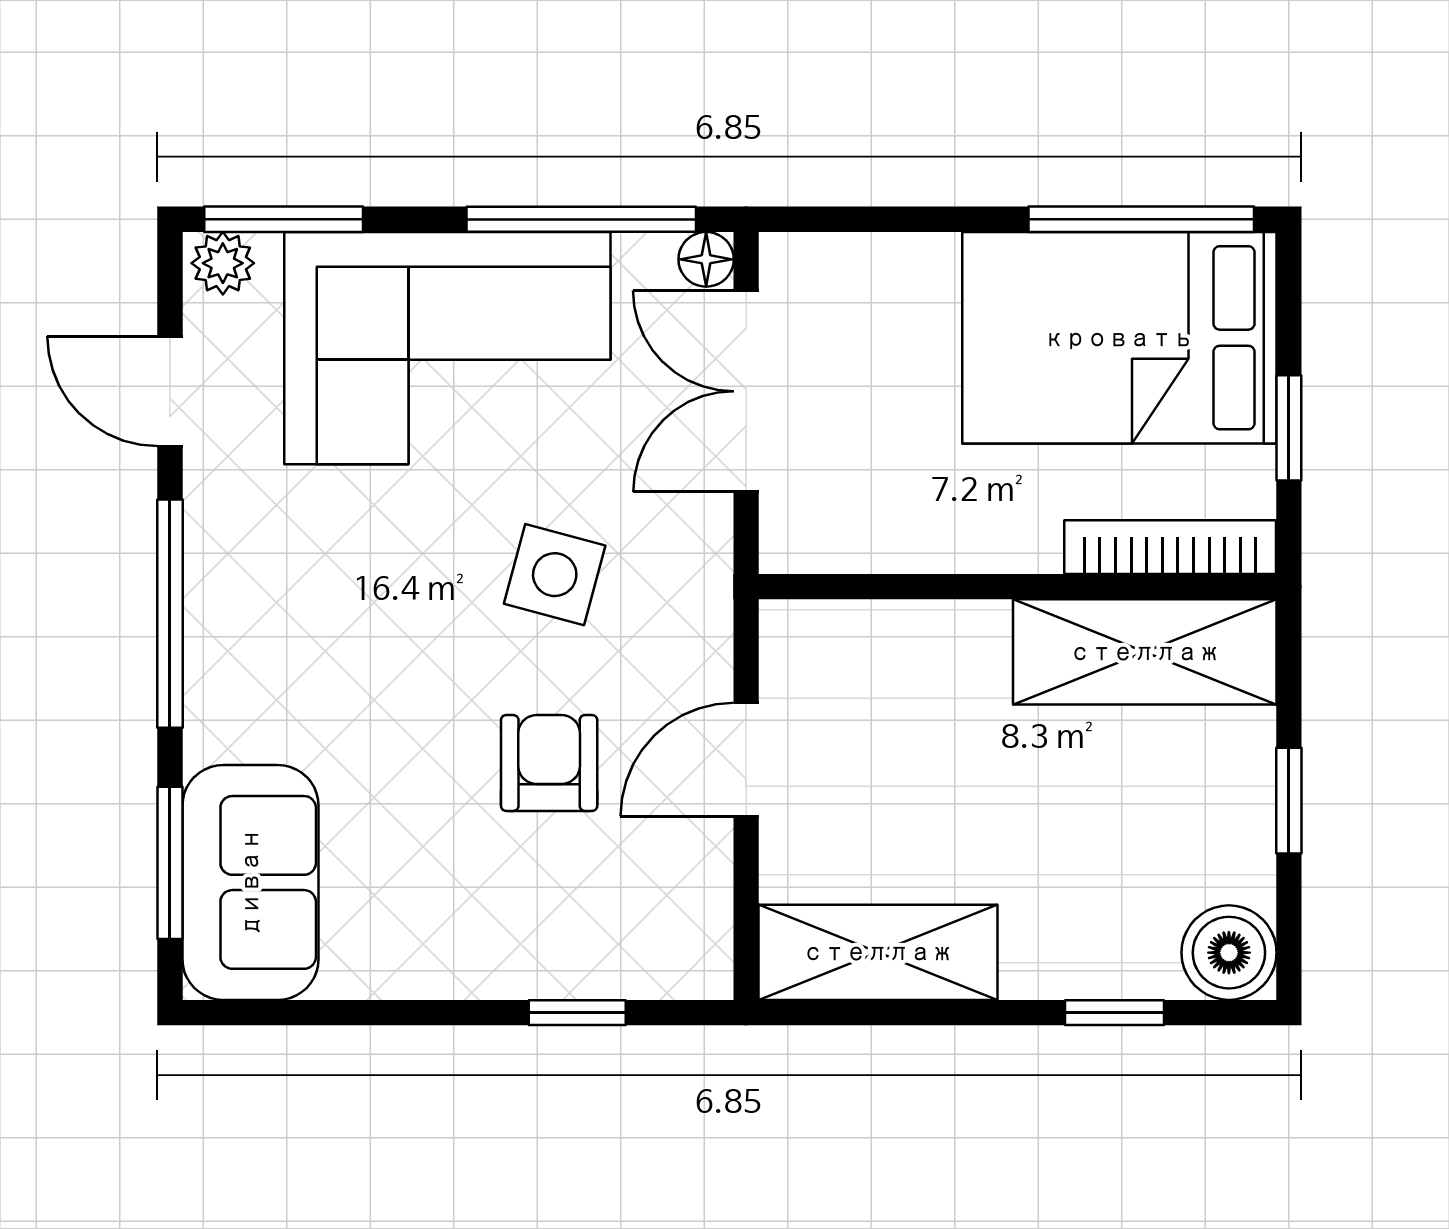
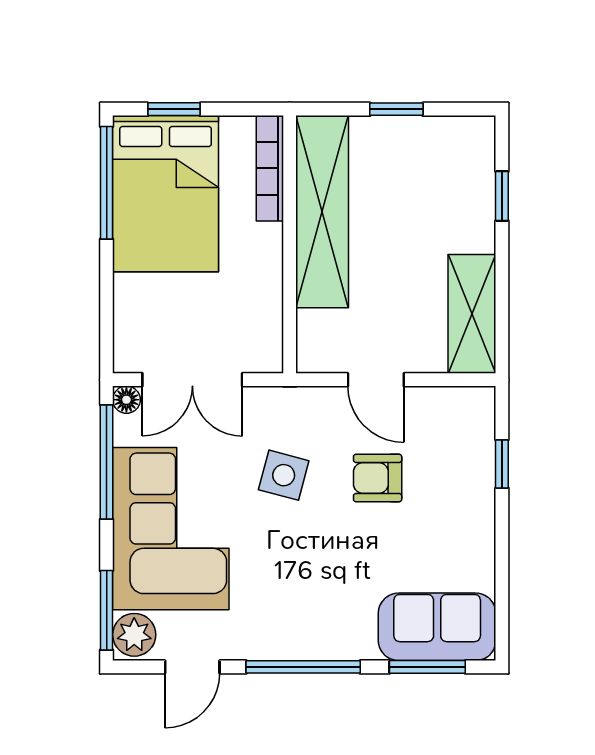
plant: (223, 263) -> (134, 635), width x1.38, depth x1.38
window: (1289, 428) -> (174, 109), moved
shelving: (1145, 652) -> (322, 212), width x1.47
boiler: (1229, 953) -> (472, 139), removed

